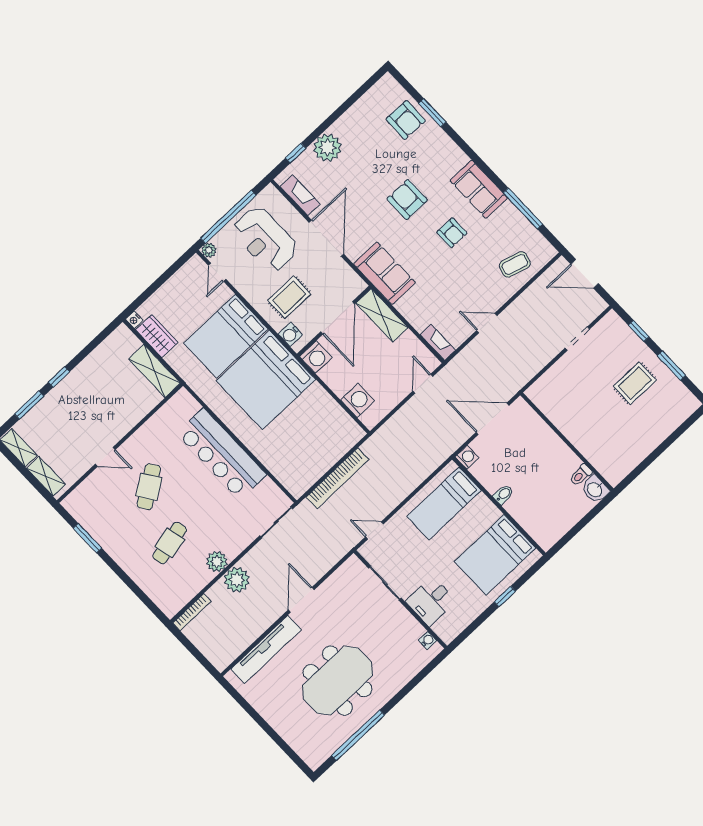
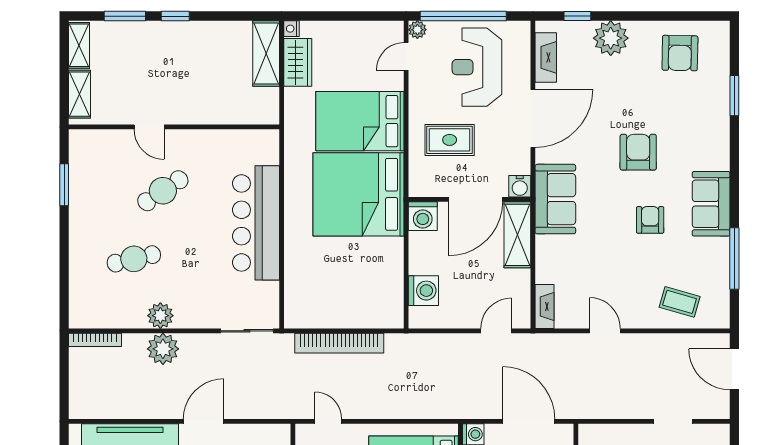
armchair: (406, 120) -> (680, 53), moved
armchair: (452, 233) -> (650, 220), turned 180
water cooler: (290, 334) -> (520, 186), moved, turned -90
shelving: (155, 371) -> (266, 53), moved

